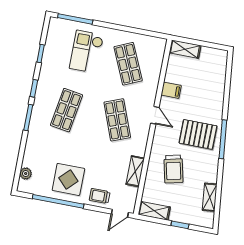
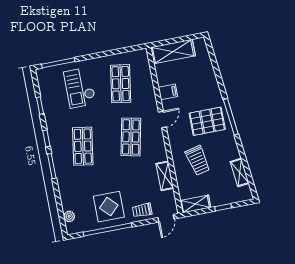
shelving: (185, 49) -> (173, 51), width x1.50, depth x1.33
shop shelf: (128, 64) -> (121, 84), turned 33
door: (155, 115) -> (162, 120), hinge flipped
shop shelf: (117, 120) -> (131, 137), turned 33

